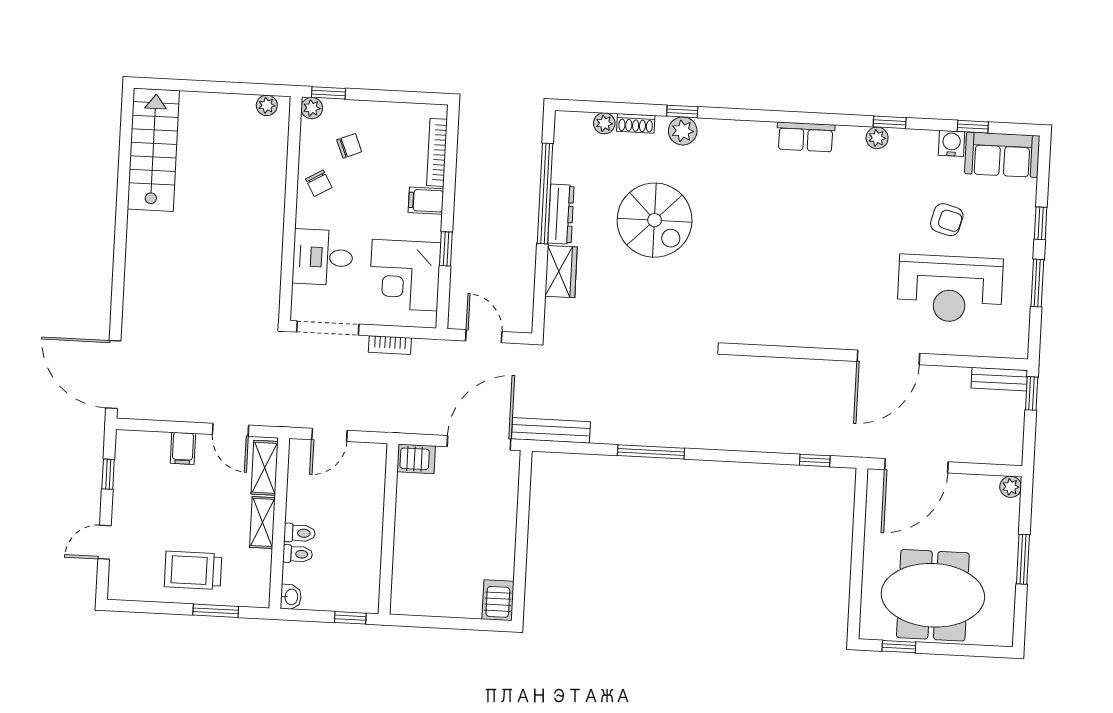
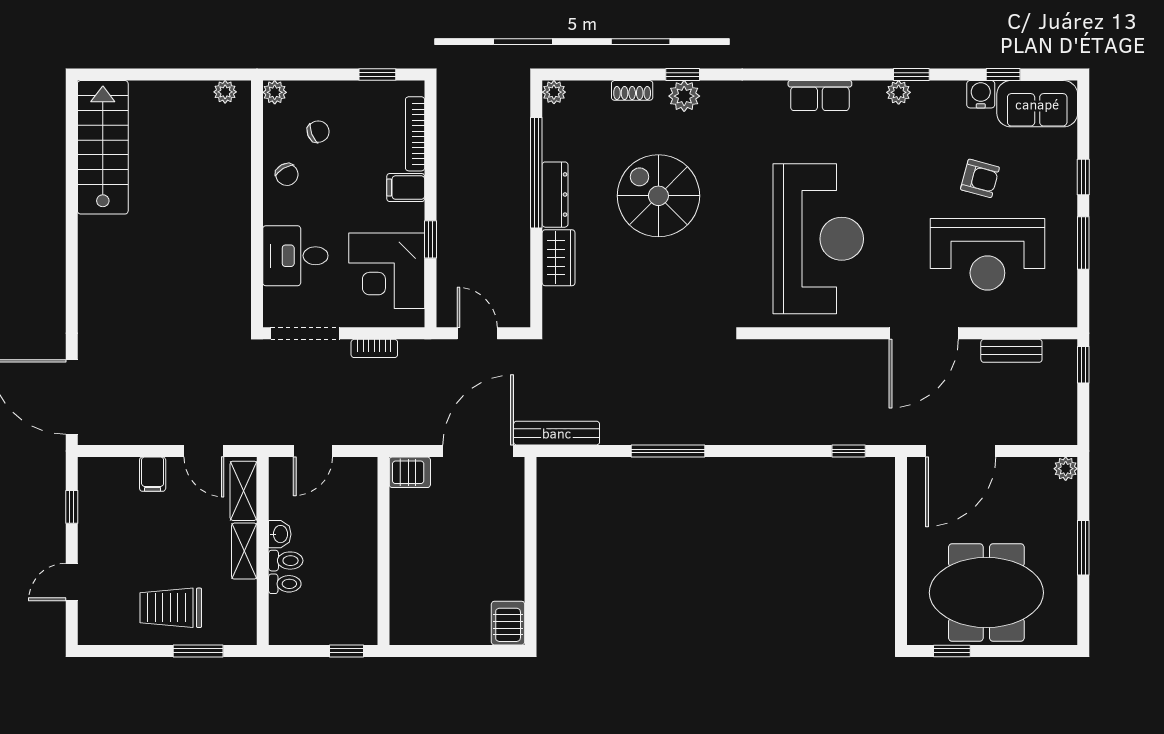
window: (328, 93) -> (377, 75), moved
plant: (604, 123) -> (554, 92), moved
spiral stairs: (655, 220) -> (658, 196), turned 180
reception desk: (797, 267) -> (818, 239), added
bench: (999, 379) -> (1011, 351), moved
washbasin: (291, 597) -> (280, 534), moved

